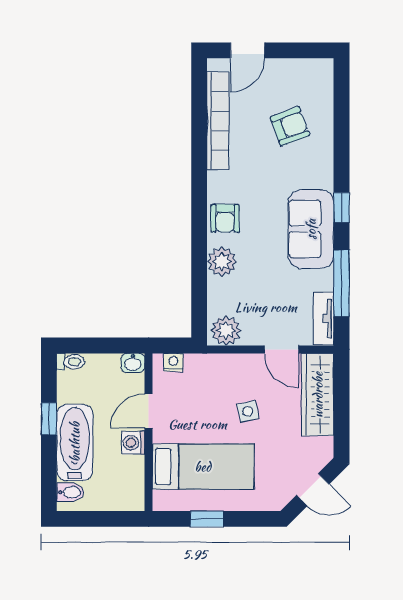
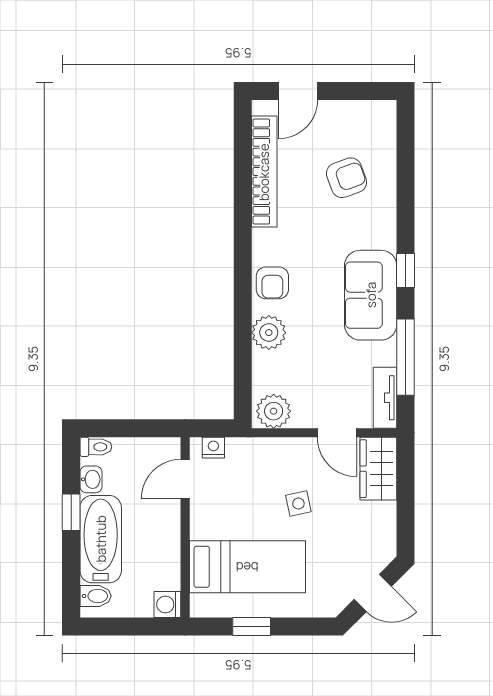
washbasin: (133, 363) -> (91, 479), moved, turned -90
wardrobe: (318, 395) -> (378, 469), width x0.67
door: (149, 411) -> (185, 479), moved
washing machine: (133, 443) -> (167, 604), moved

